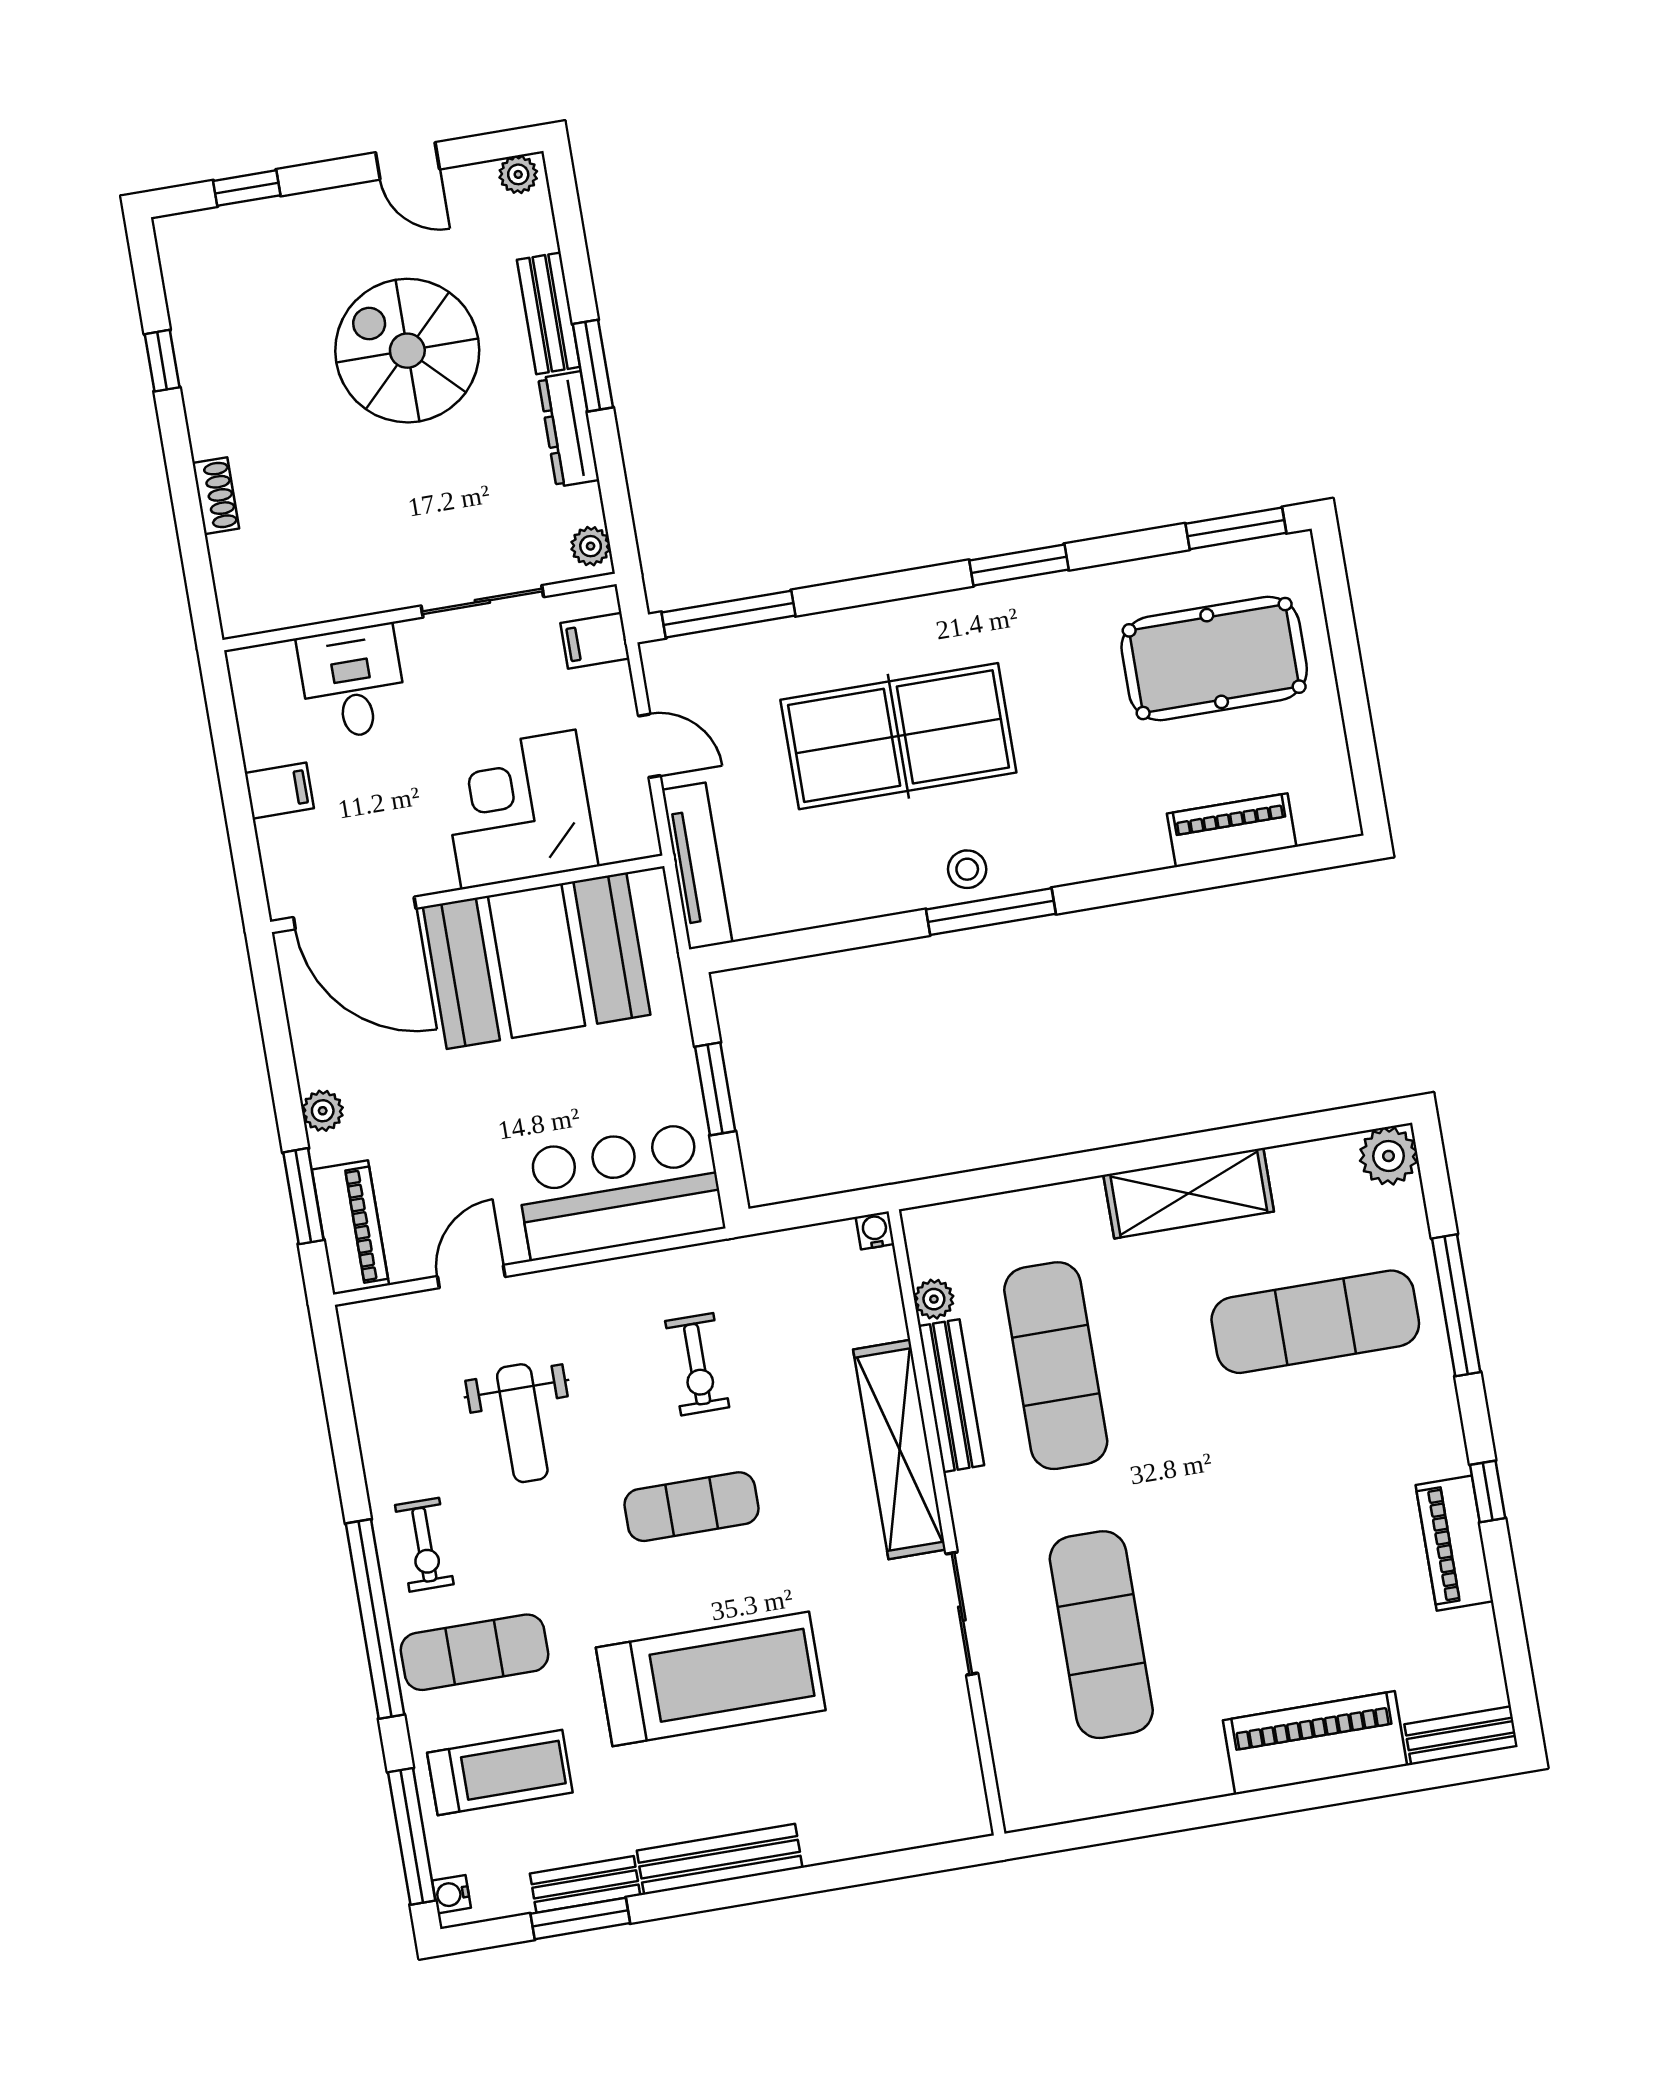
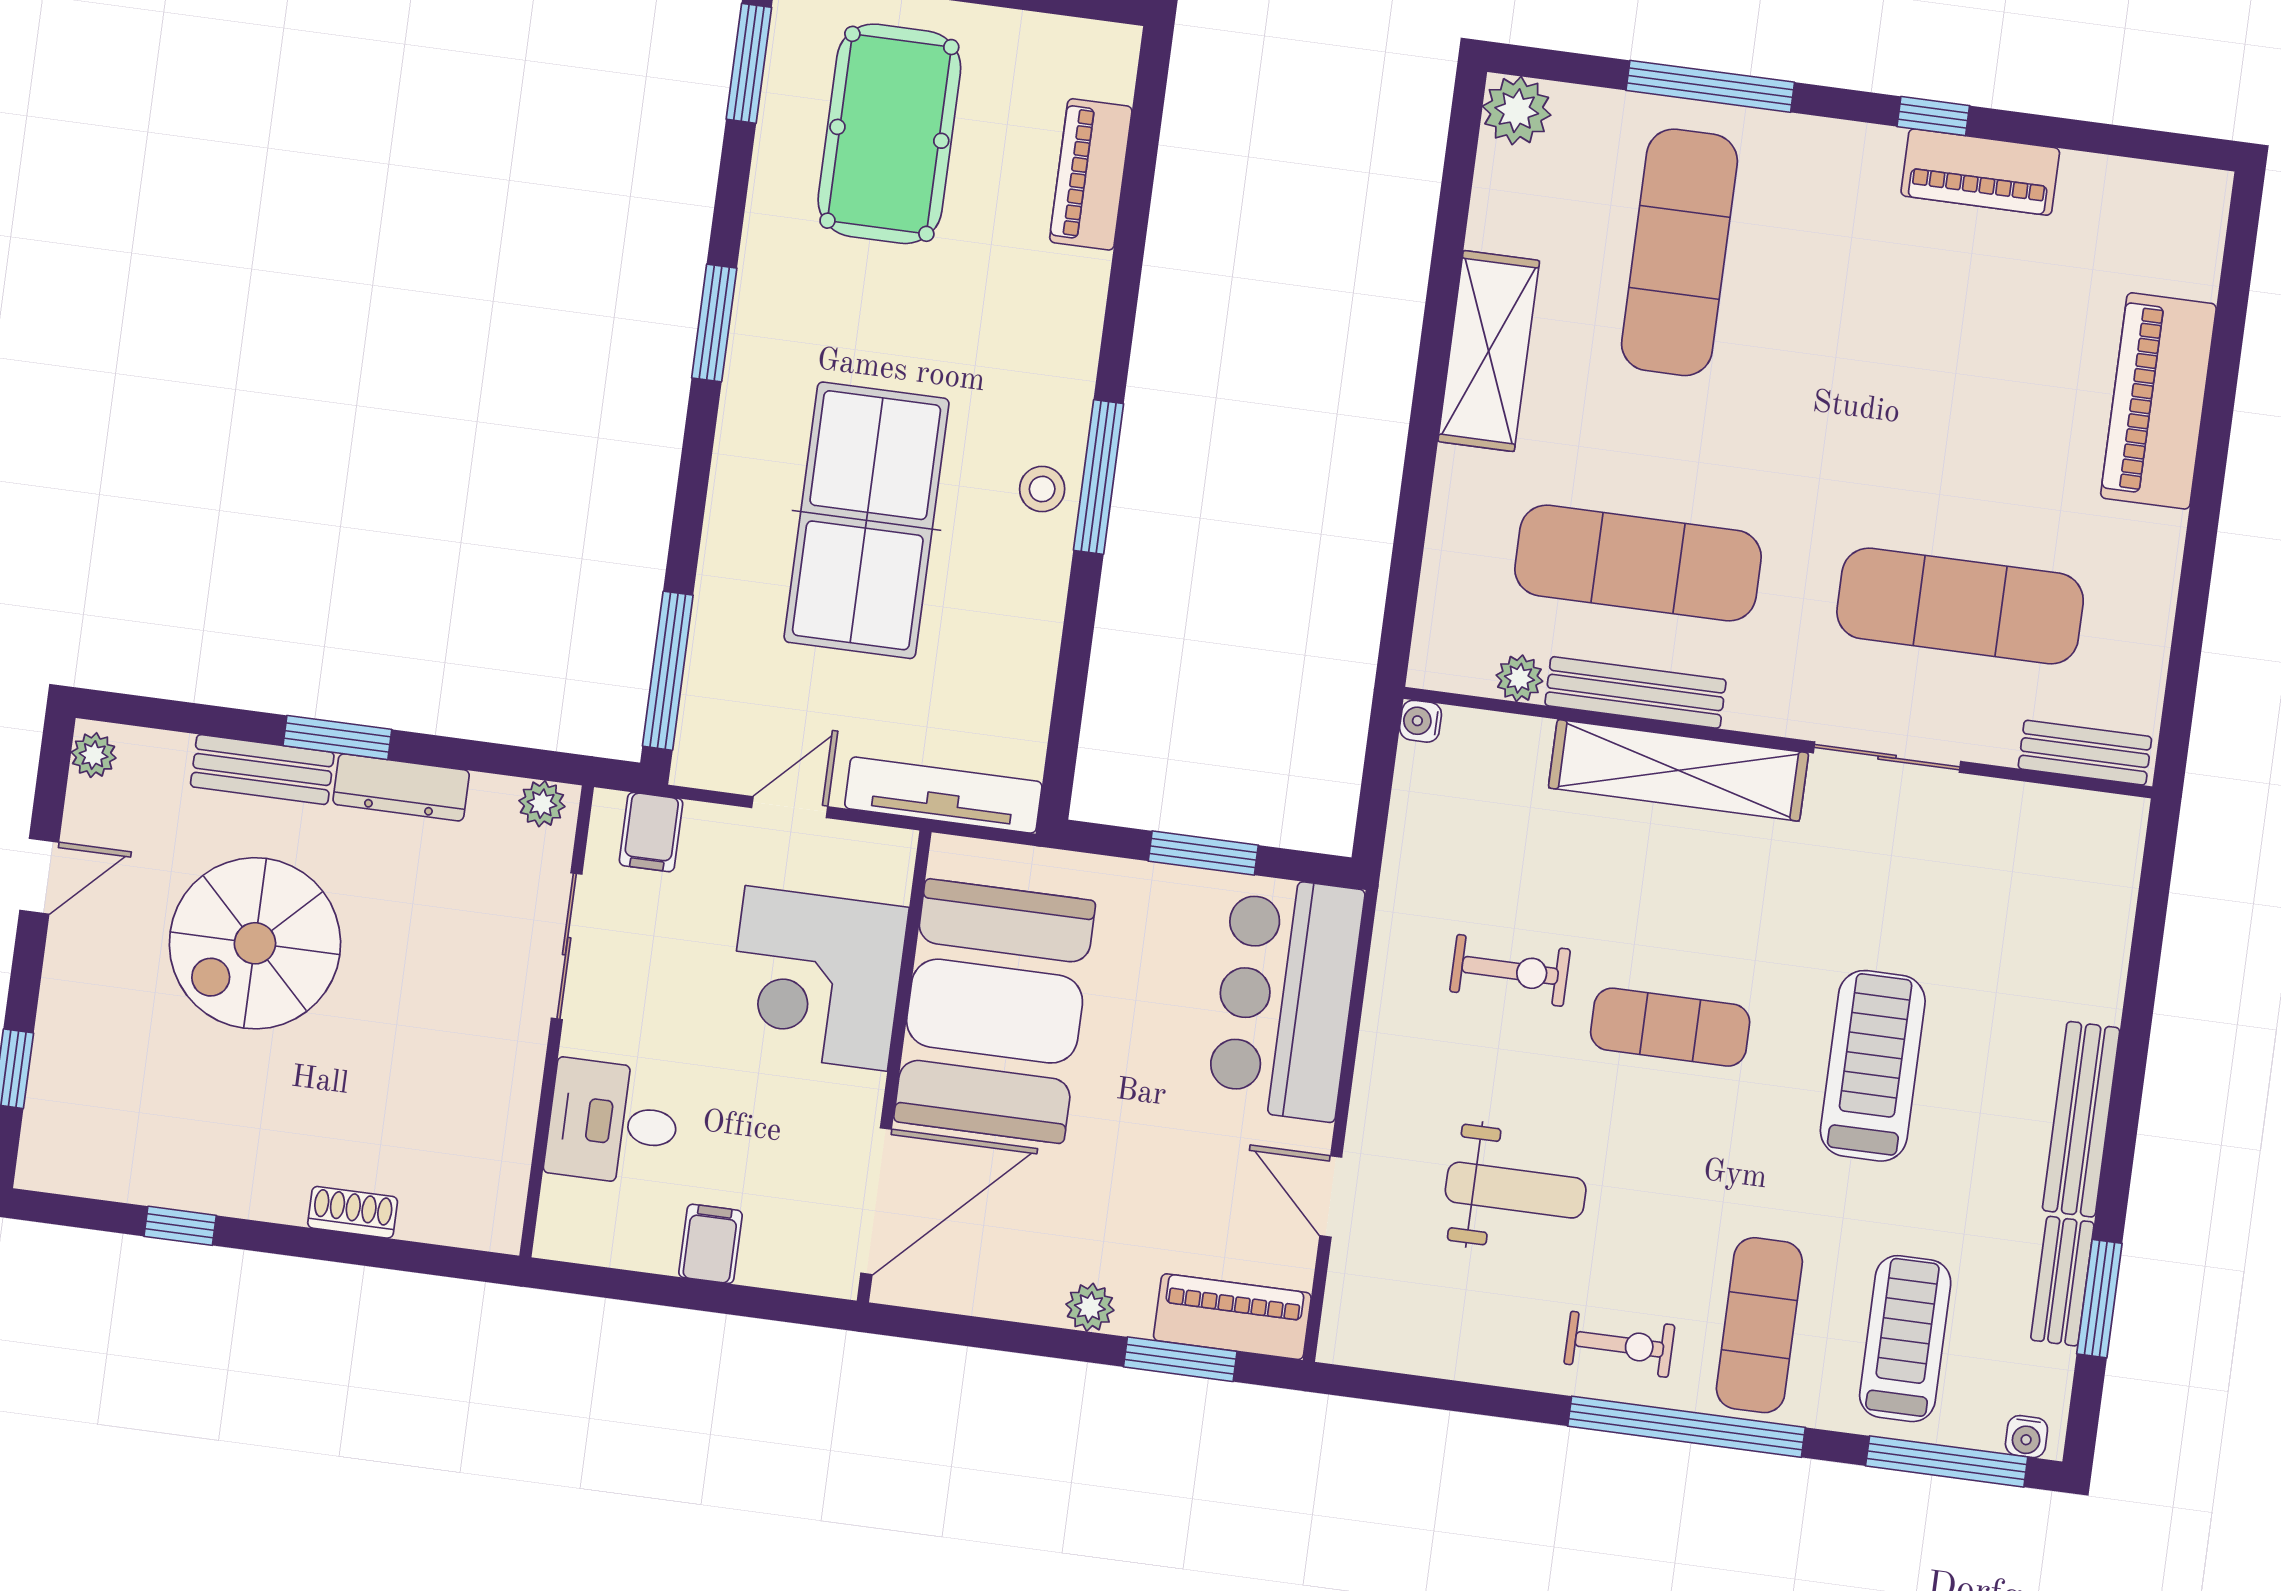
exercise mat: (691, 1507) -> (1670, 1027), turned 90
treadmill: (711, 1679) -> (1873, 1066), width x0.73, depth x0.73
bench: (1461, 1736) -> (2085, 753), moved, turned 90

